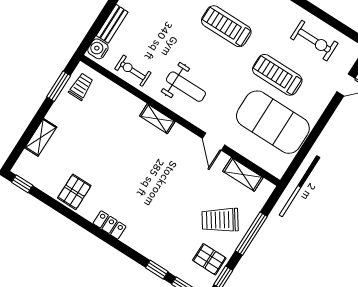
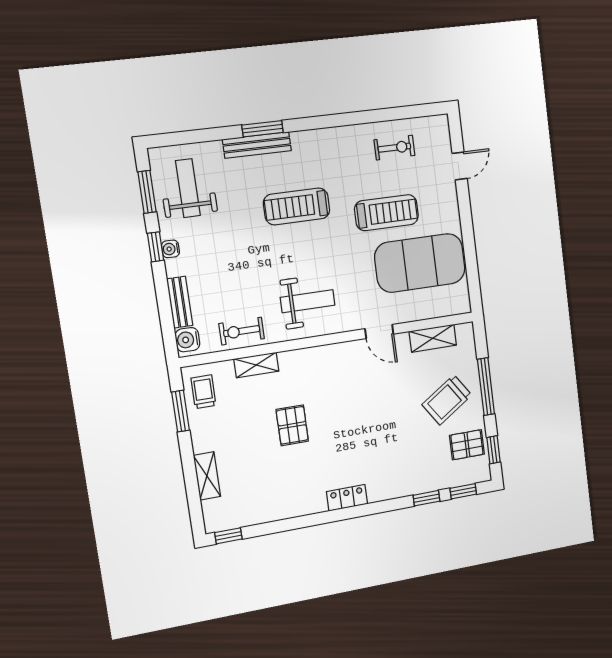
exercise bike: (314, 41) -> (394, 148), width x0.73, depth x0.72
treadmill: (277, 75) -> (387, 213), turned 180
shelving: (157, 119) -> (256, 365), moved
pallet: (74, 192) -> (292, 425), moved

